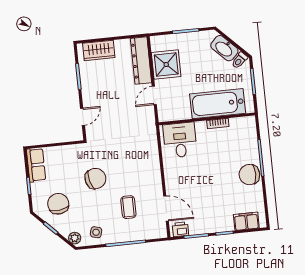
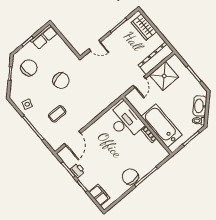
door: (154, 95) -> (139, 82), swing flipped
desk: (180, 140) -> (125, 121), width x1.37
printer: (180, 229) -> (77, 171), moved
plant: (75, 238) -> (14, 93), removed

